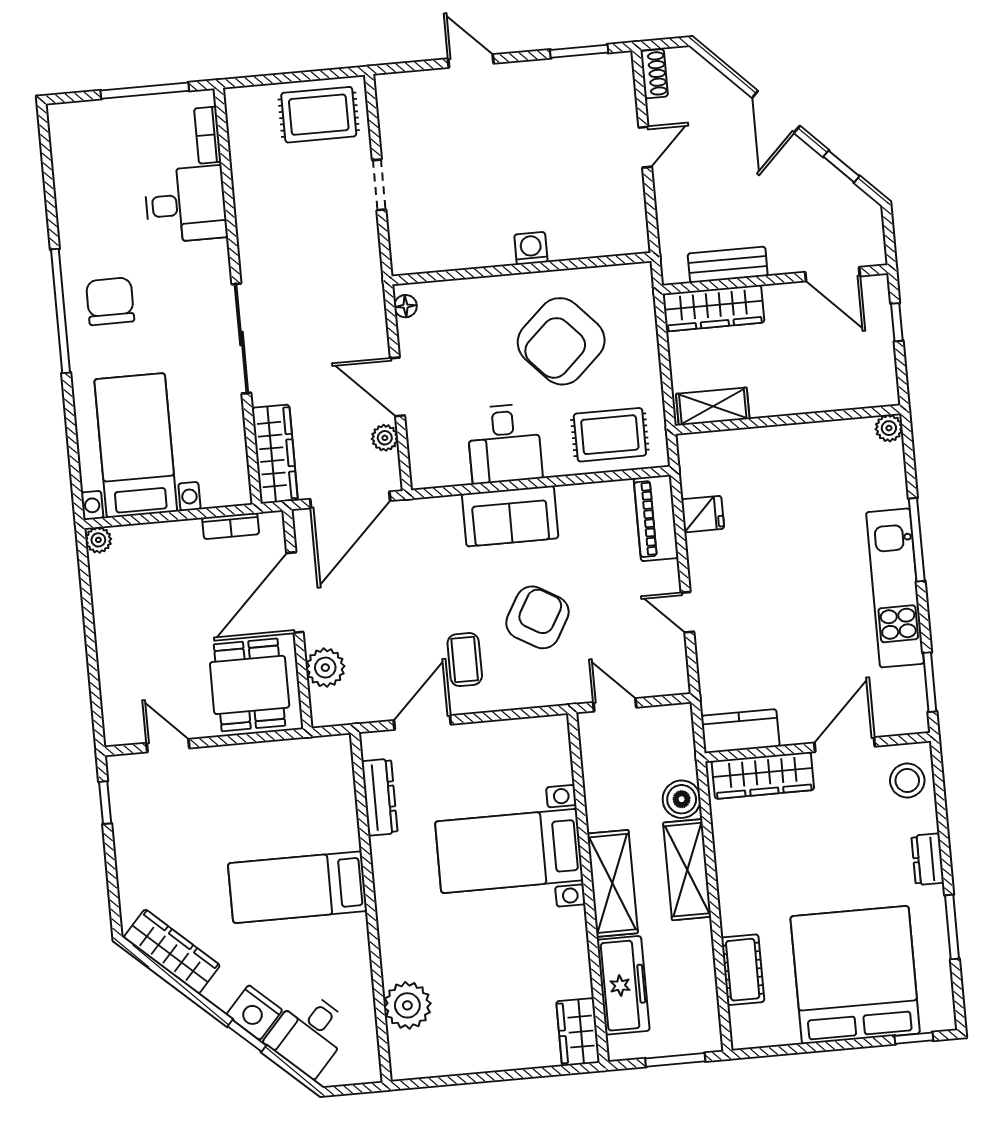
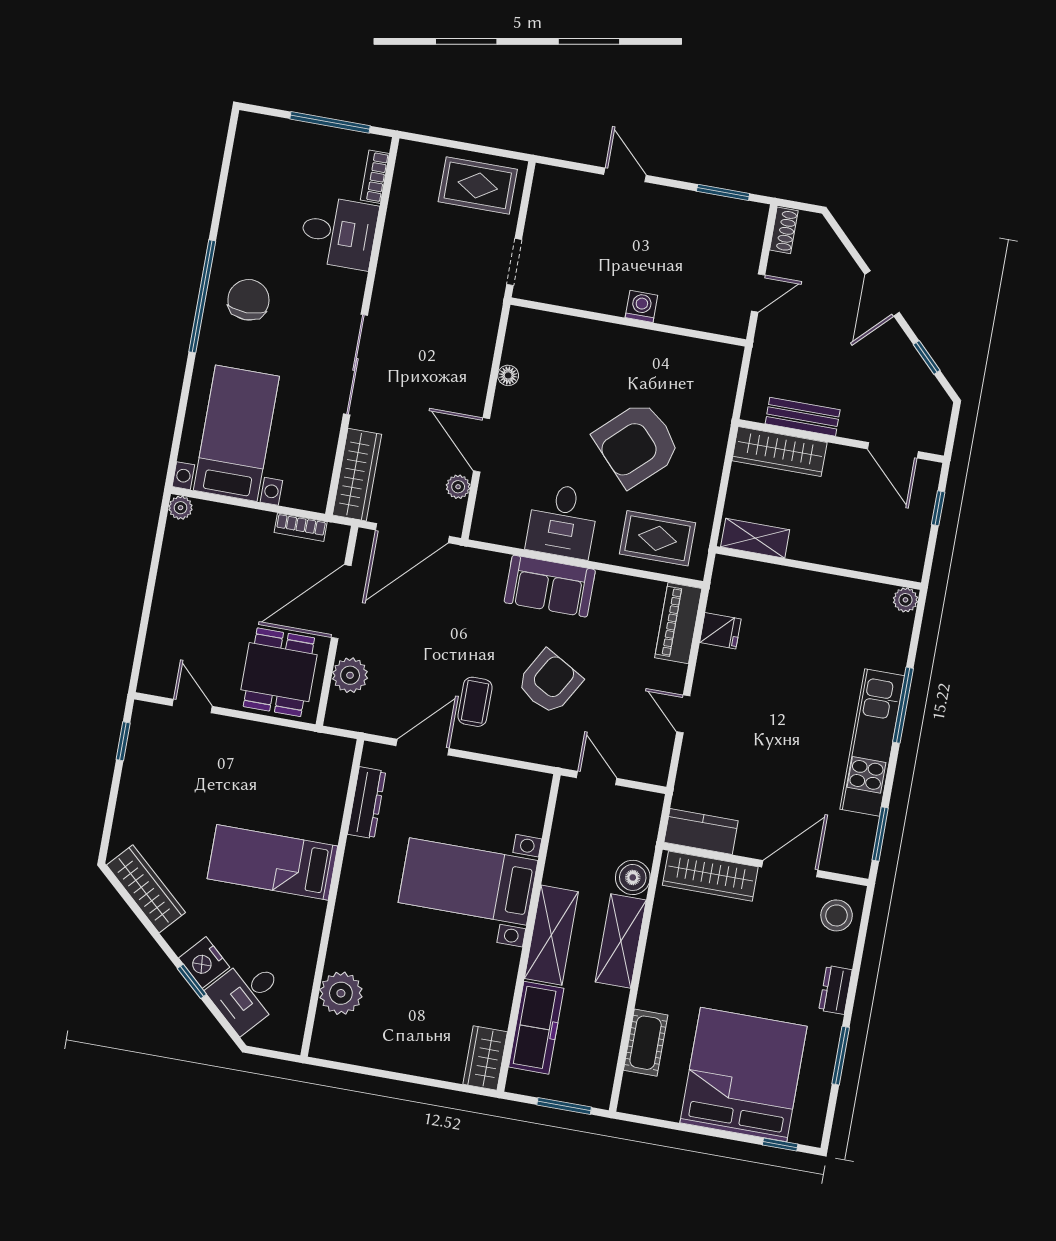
washing machine: (531, 248) -> (641, 306), moved
wall: (521, 269) -> (628, 322), moved

